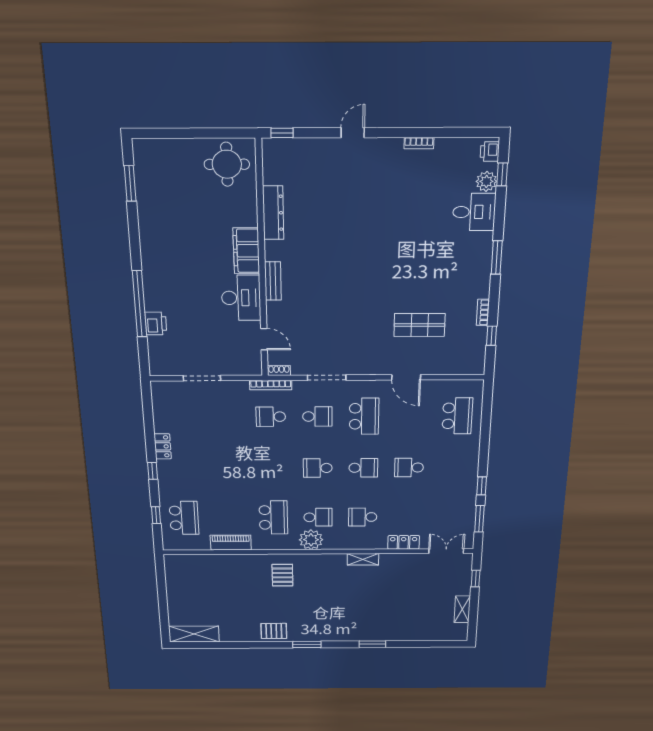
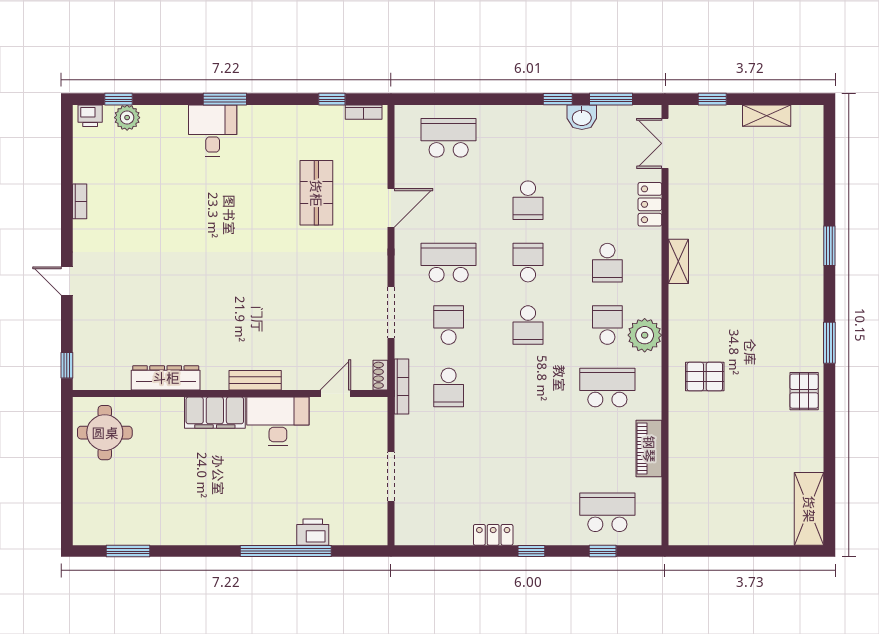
desk: (474, 212) -> (213, 131), moved
bookcase: (483, 312) -> (364, 112), moved
washbasin: (468, 501) -> (582, 117), added

